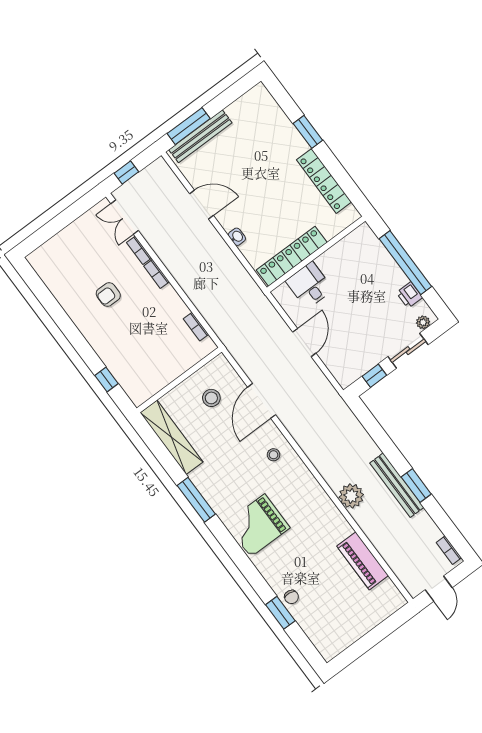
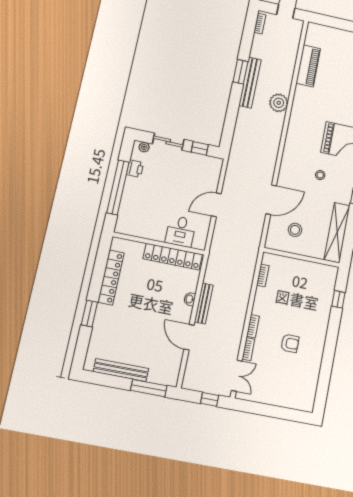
bench: (200, 136) -> (121, 370), moved
bench: (221, 246) -> (204, 303), added
stool: (274, 455) -> (320, 175), moved

